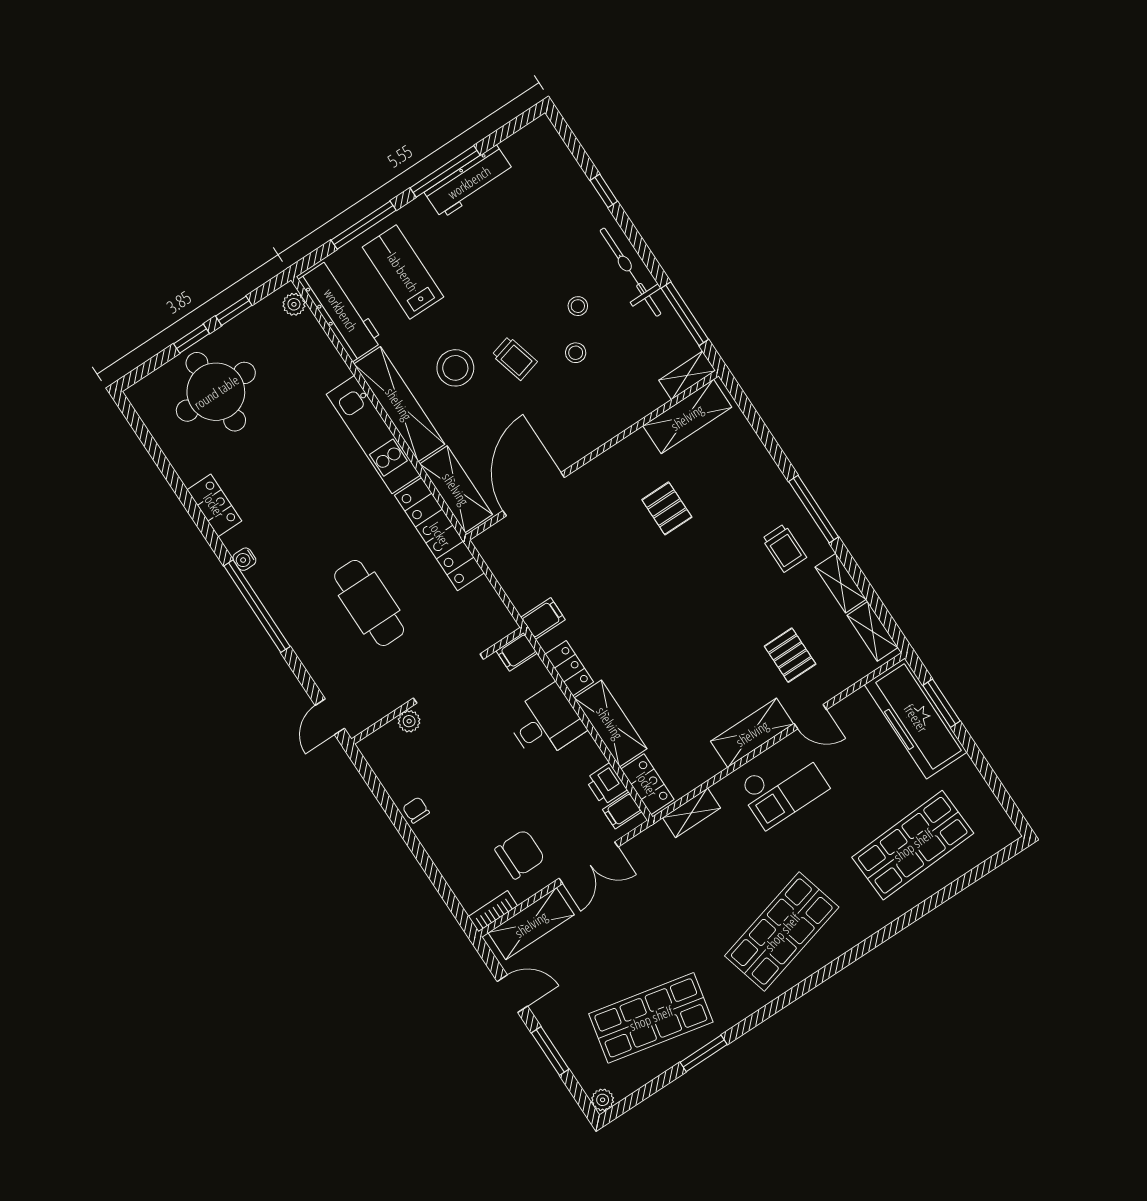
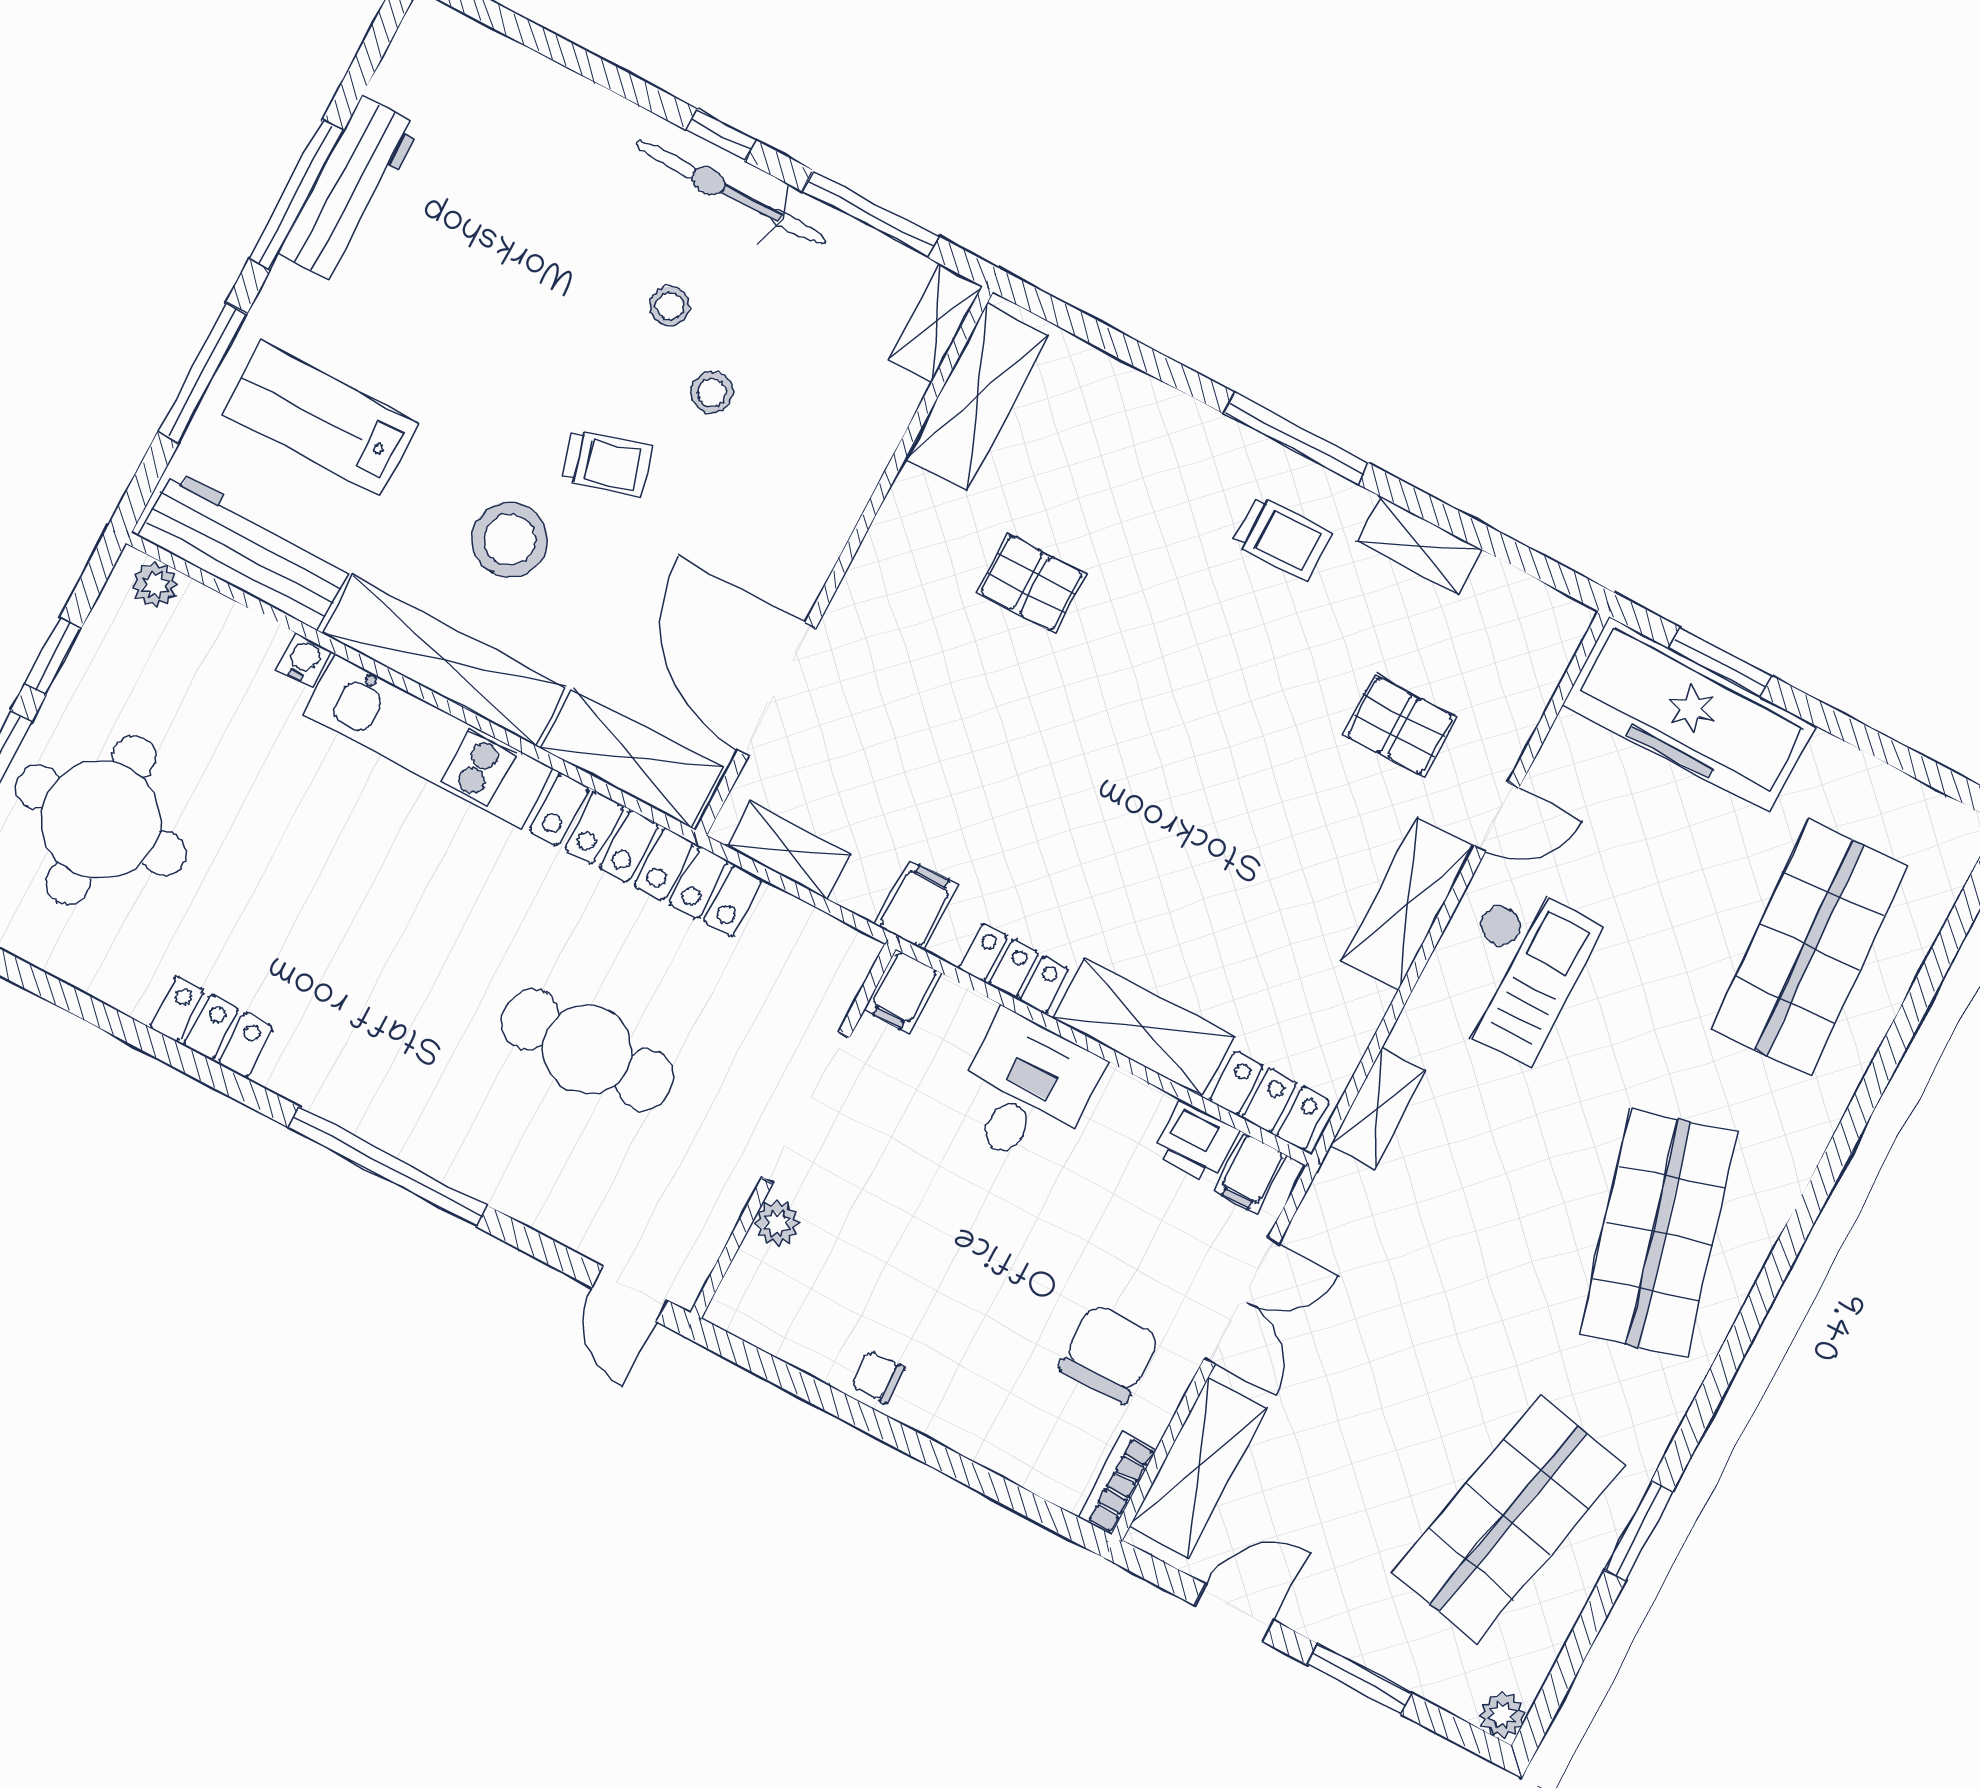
window: (604, 191) -> (721, 135), moved
water cooler: (244, 559) -> (304, 660), moved, turned 180
shelving: (872, 631) -> (789, 850), moved

